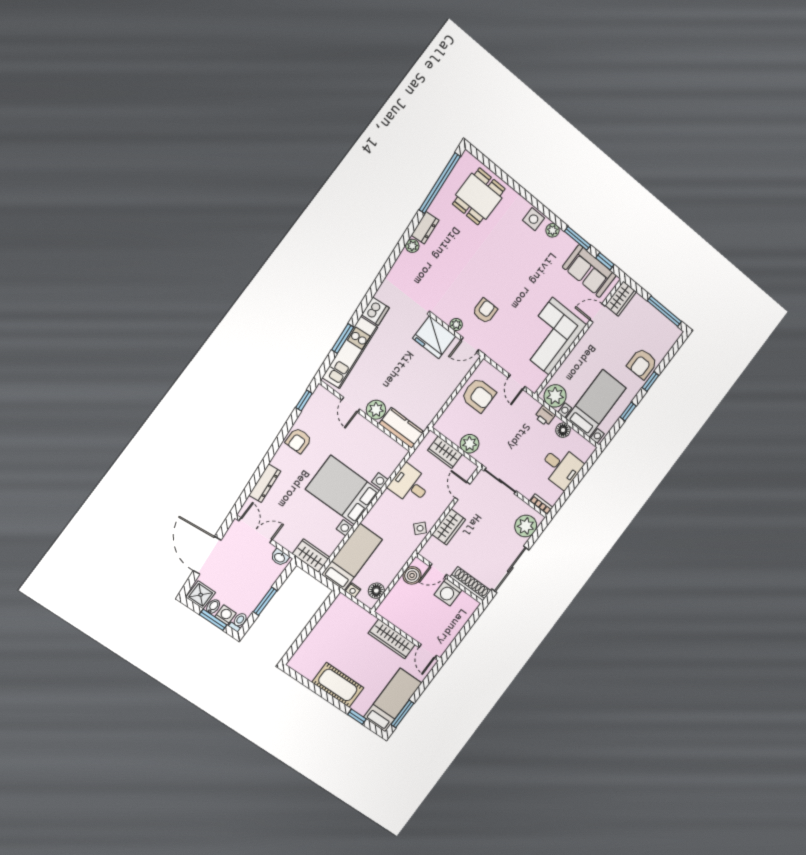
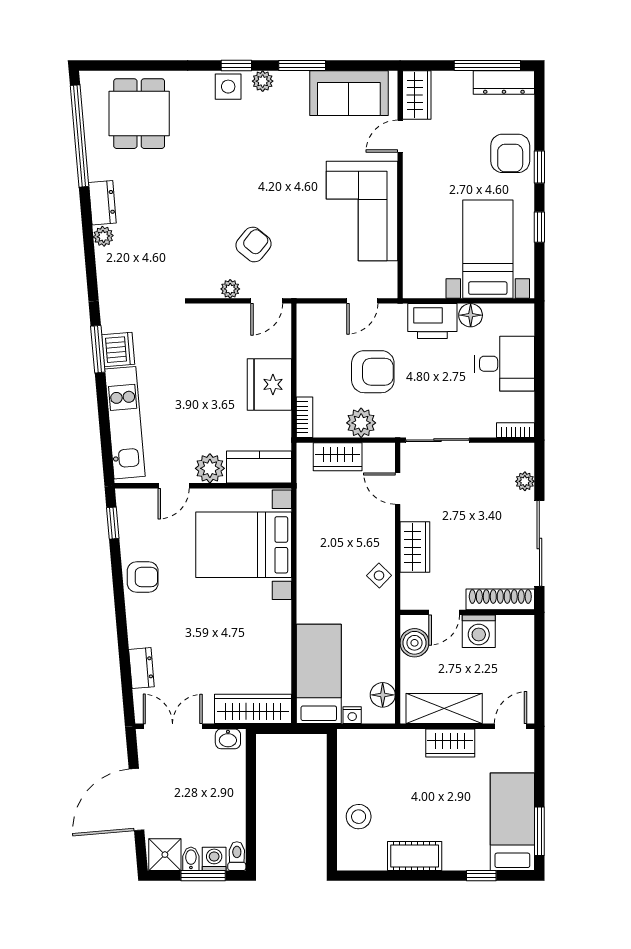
window: (605, 261) -> (236, 66), moved
armchair: (485, 311) -> (253, 245), turned 39
dresser: (666, 326) -> (504, 82), added
fridge: (434, 337) -> (269, 384), moved, turned 90
window: (343, 339) -> (98, 349), moved
door: (517, 382) -> (362, 301), hinge flipped
armchair: (479, 395) -> (373, 372), moved
plant: (555, 396) -> (426, 280), removed
door: (351, 405) -> (174, 486), hinge flipped
printer: (545, 416) -> (432, 321), width x1.87, depth x1.48
bookcase: (444, 420) -> (305, 417), added
armchair: (298, 441) -> (143, 577), turned -90
dresser: (265, 483) -> (141, 668), width x0.70
desk: (410, 485) -> (324, 530), removed
bed with nightstands: (343, 490) -> (244, 545), moved
plant: (526, 526) -> (525, 481), width x0.53, depth x0.53
door: (207, 555) -> (137, 800), hinge flipped
wardrobe: (311, 556) -> (253, 709), width x1.50
window: (265, 601) -> (251, 807), removed
shelving: (402, 619) -> (444, 708), added
wardrobe: (392, 639) -> (450, 743), width x0.67
stool: (317, 645) -> (359, 817), added
door: (428, 651) -> (511, 726), swing flipped
cot: (338, 685) -> (415, 856), width x0.73, depth x0.75

